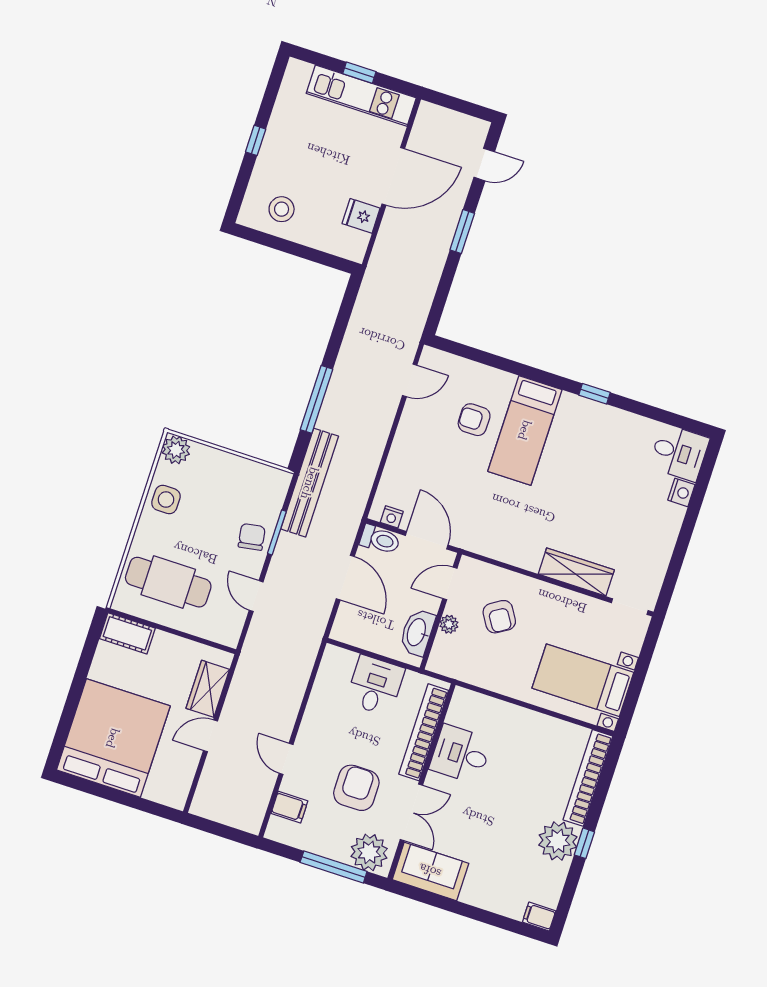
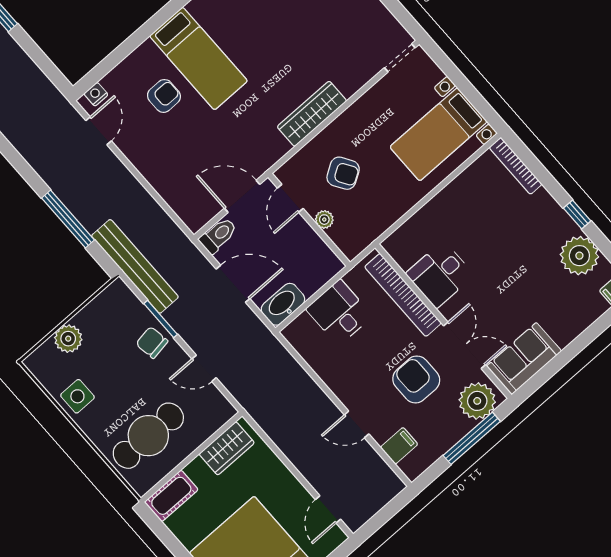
armchair: (474, 420) -> (164, 96), turned 180
plant: (176, 450) -> (68, 339), moved
nightstand: (392, 517) -> (96, 94), moved, turned 180
wardrobe: (576, 572) -> (312, 114), moved
washbasin: (417, 632) -> (283, 304), moved, turned 90
wardrobe: (208, 689) -> (227, 448), moved, turned -90
door: (210, 736) -> (328, 509), moved
bookcase: (588, 778) -> (516, 166), width x0.68, depth x0.76
plant: (558, 841) -> (579, 256), moved

